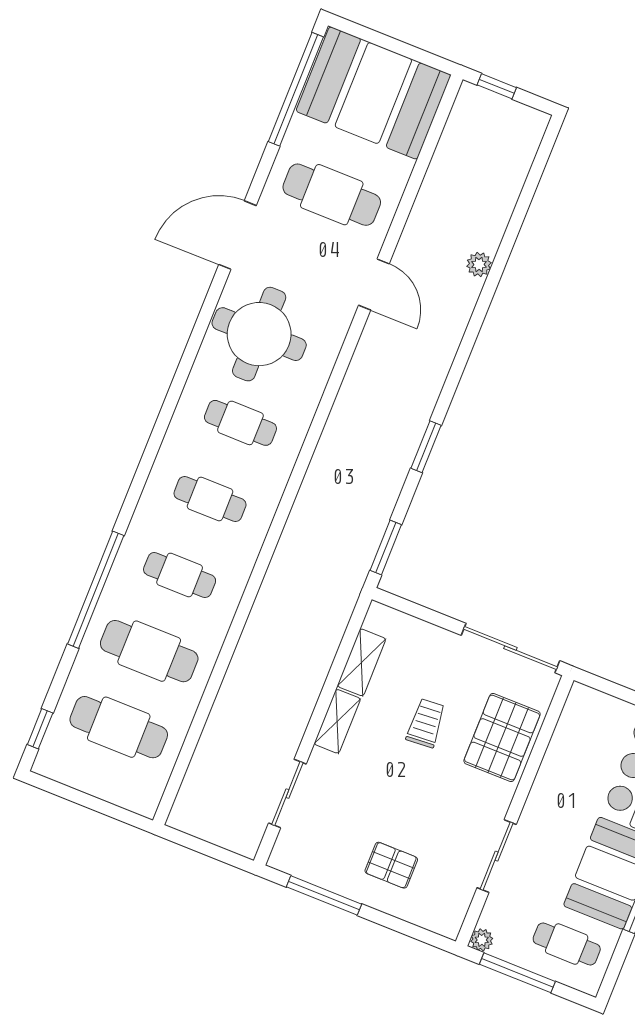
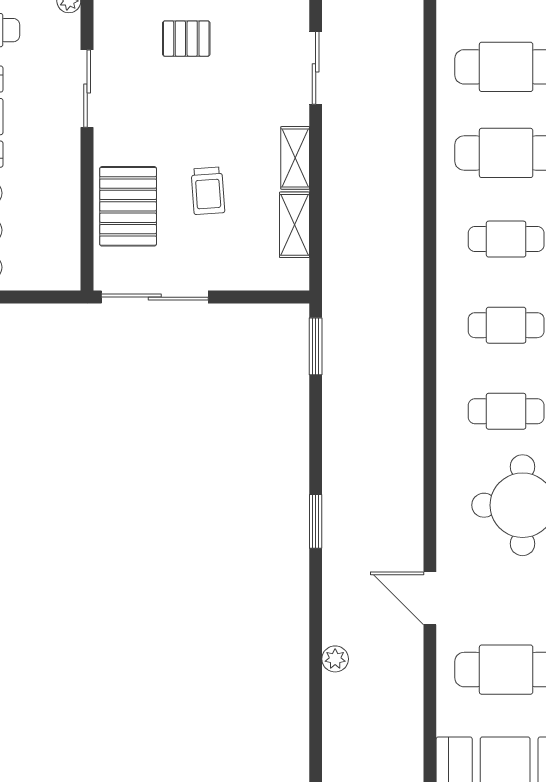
window: (426, 447) -> (316, 521), moved

